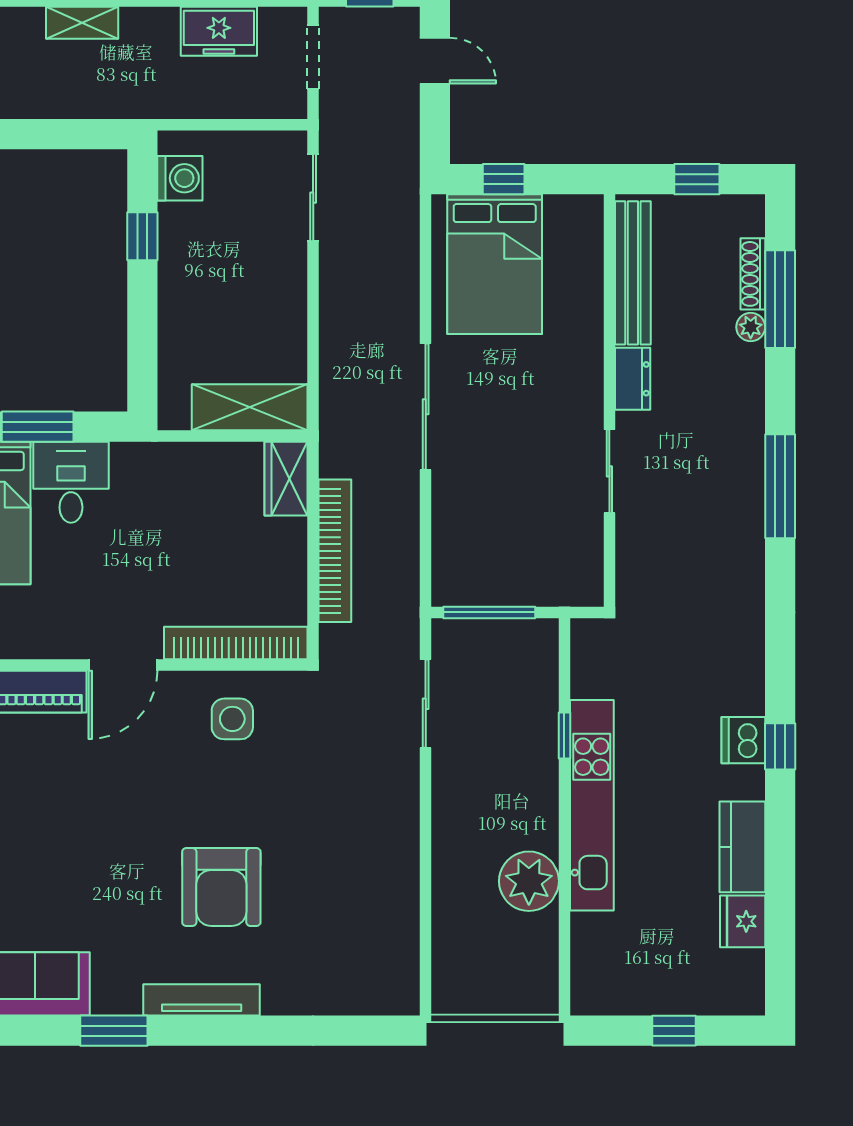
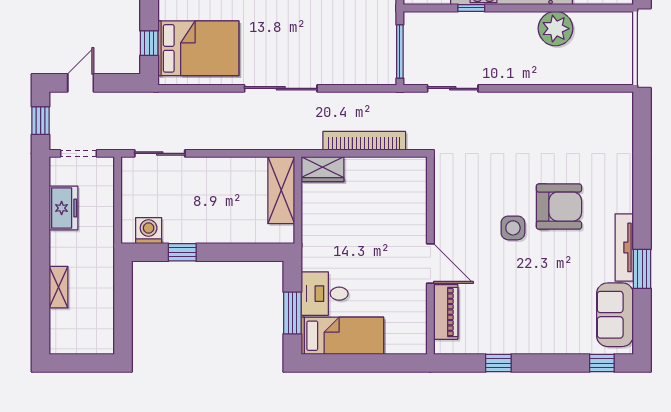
bookcase: (236, 643) -> (418, 198), removed
side table: (232, 719) -> (513, 228), moved
tv unit: (202, 1000) -> (624, 247), moved

